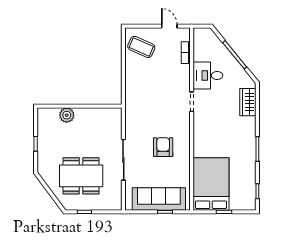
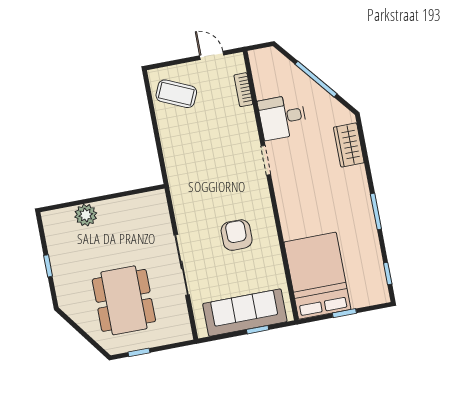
dining table: (81, 176) -> (124, 300), turned 90

